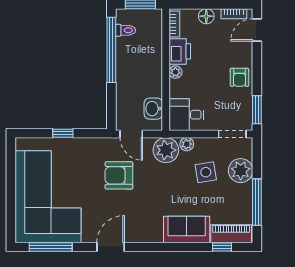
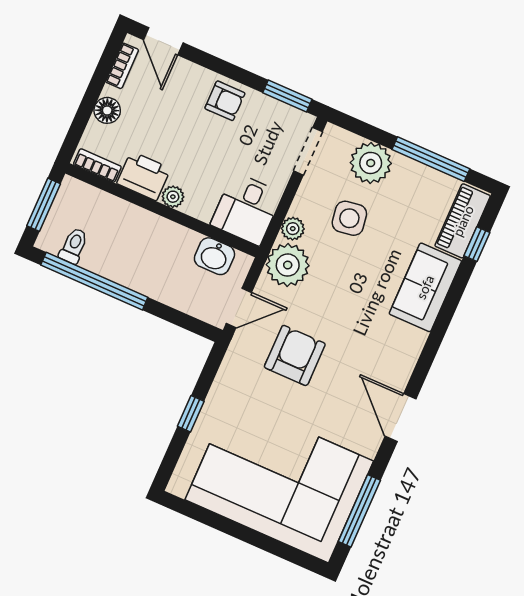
armchair: (119, 175) -> (295, 355), turned 180

